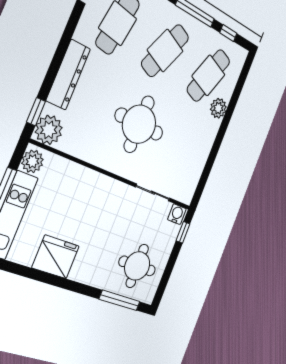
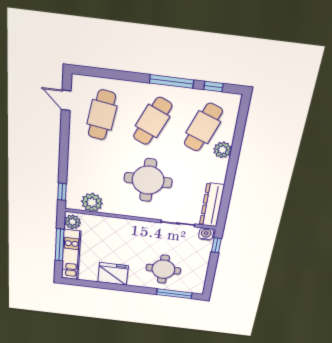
dresser: (68, 75) -> (212, 205), moved, turned 180
plant: (49, 130) -> (92, 202), moved
round table: (137, 266) -> (163, 269), moved

